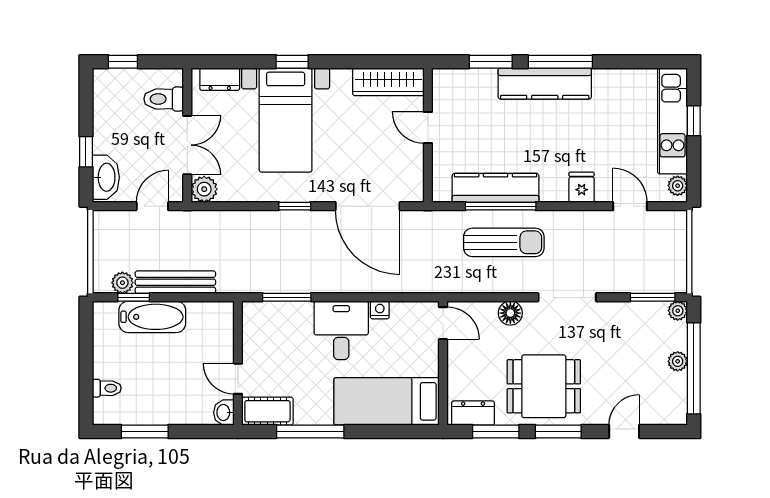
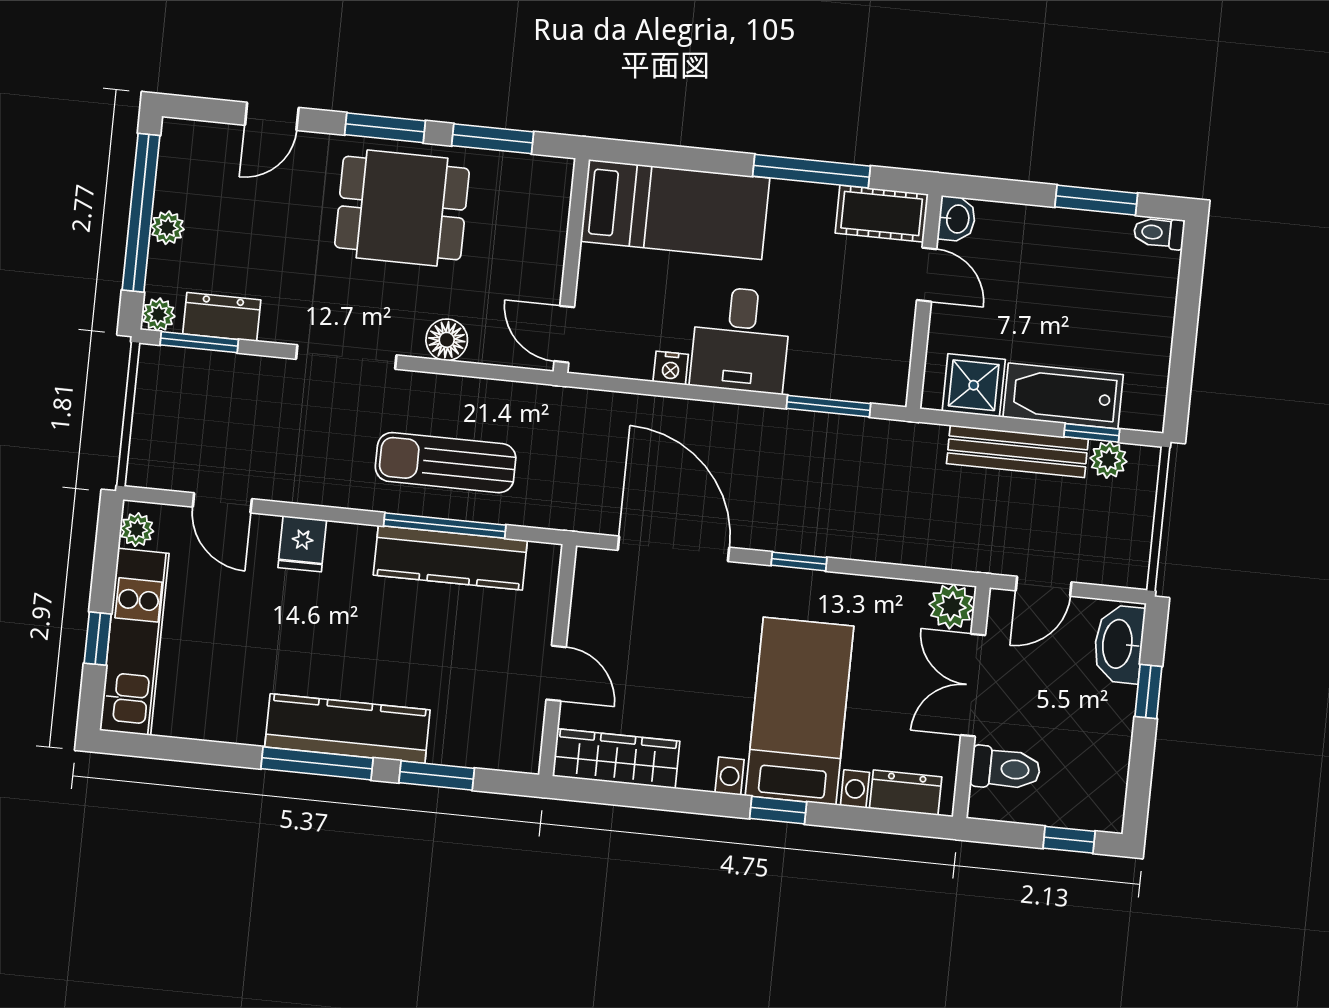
shower: (204, 318) -> (974, 385), added
toilet: (107, 388) -> (1159, 233), moved
dresser: (473, 413) -> (222, 317), moved, turned 180

